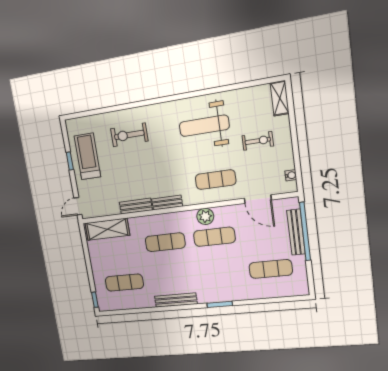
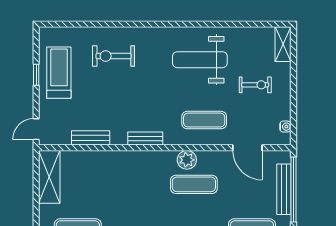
bench: (136, 206) -> (91, 138), moved
shelving: (107, 229) -> (49, 177), moved, turned 90
exercise mat: (165, 242) -> (136, 184), removed

